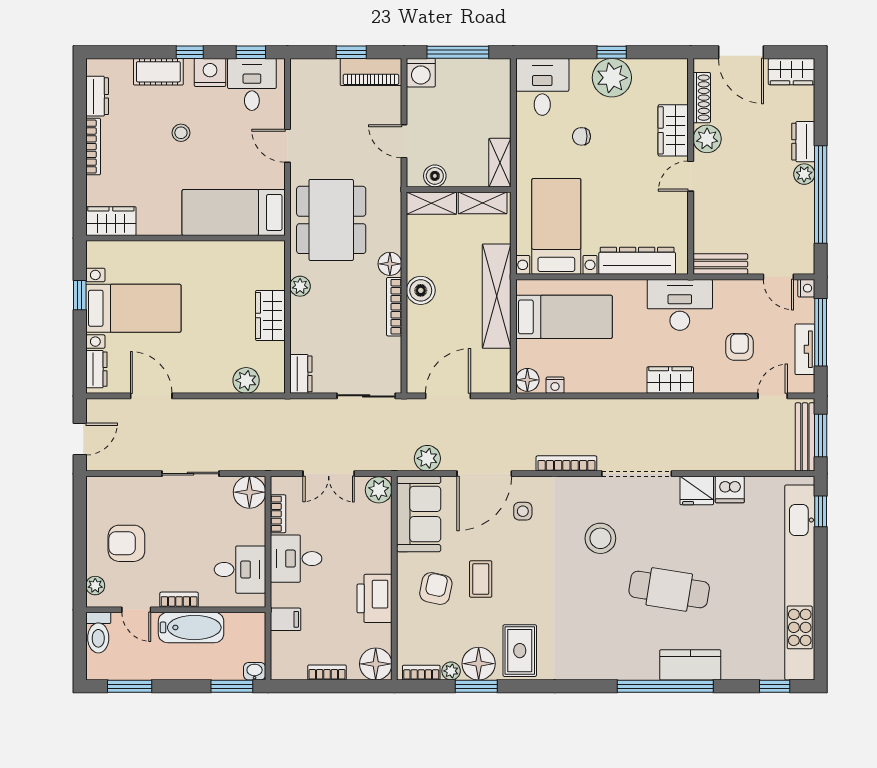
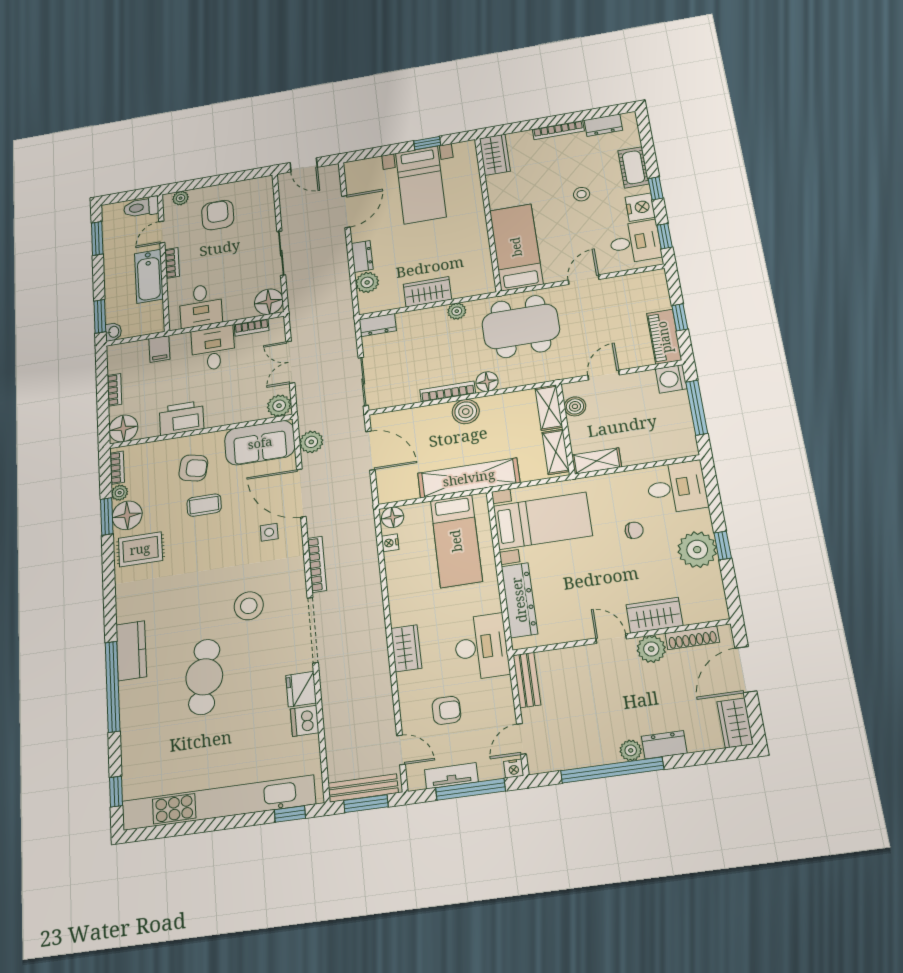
chair: (581, 136) -> (634, 530), turned 90
dresser: (96, 369) -> (362, 256), moved, turned -90
kitchen counter: (690, 665) -> (131, 651), moved

